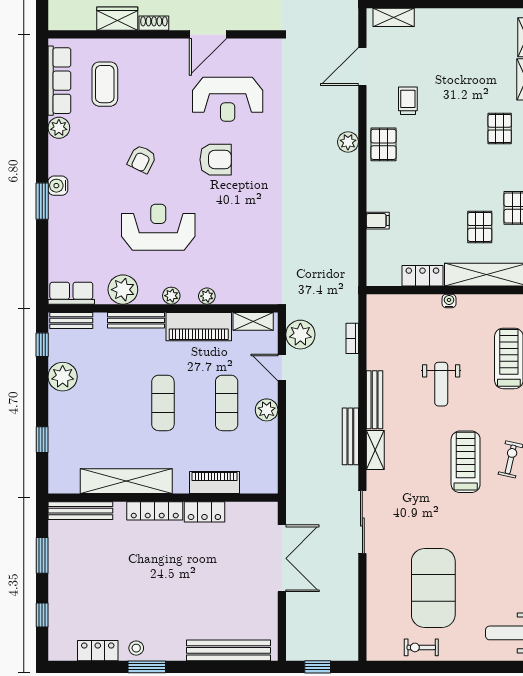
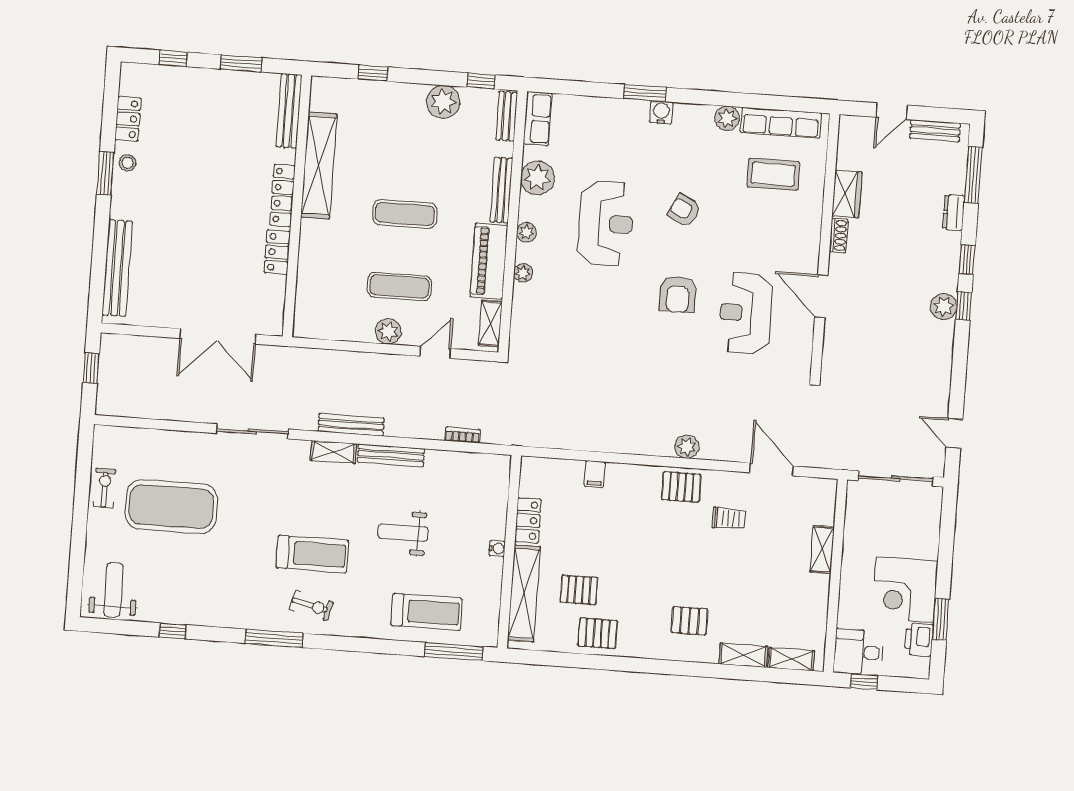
shelving: (394, 17) -> (822, 550), moved
plant: (300, 335) -> (471, 376), removed
piano: (215, 483) -> (310, 266), removed

